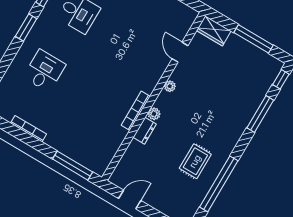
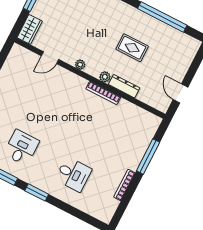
desk: (44, 71) -> (73, 174), turned 180
dresser: (145, 131) -> (124, 86), width x1.44
rug: (195, 161) -> (132, 48), moved
window: (73, 166) -> (148, 157), moved

